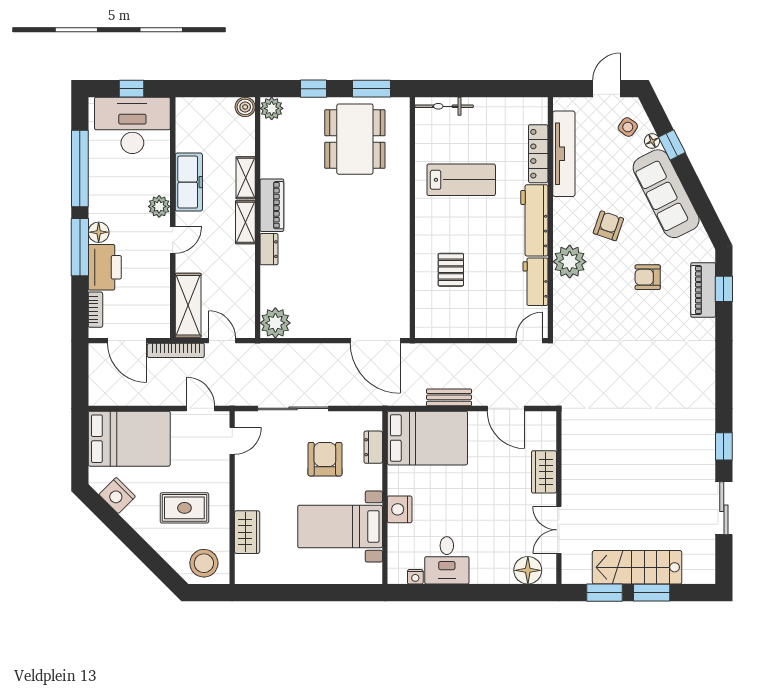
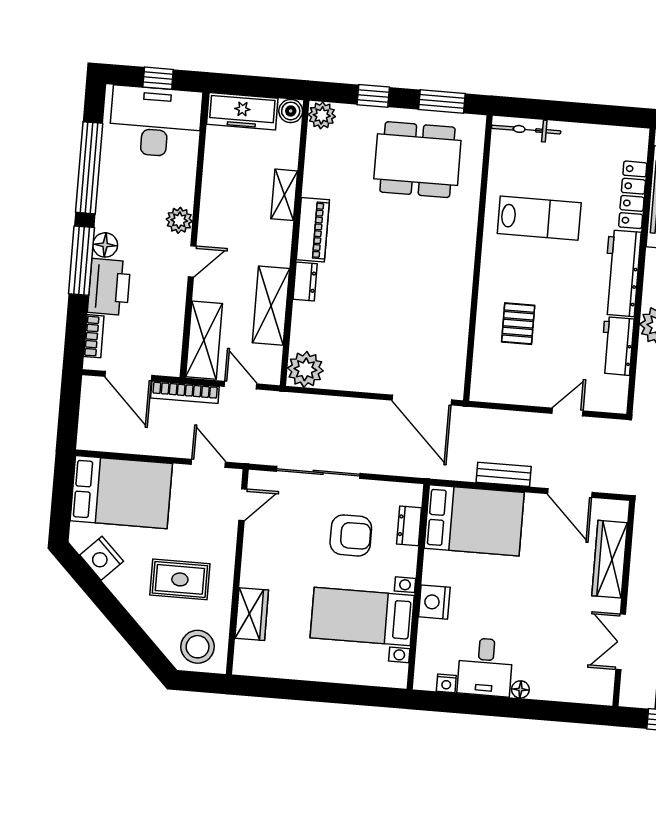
dining table: (355, 139) -> (417, 160), turned 90
freezer: (189, 182) -> (242, 111), moved, turned 90
shelving: (245, 222) -> (271, 306), moved, width x1.50, depth x1.33
door: (529, 341) -> (568, 412), moved
armchair: (325, 459) -> (351, 535), turned 90
wardrobe: (544, 472) -> (610, 559), width x1.50
floor lamp: (528, 570) -> (520, 689), moved, width x0.53, depth x0.53

